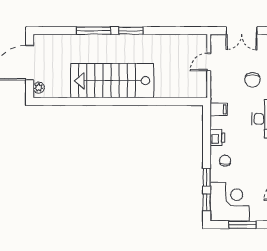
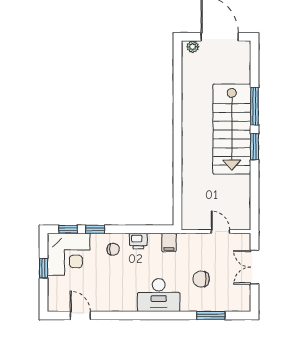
stairs: (112, 81) -> (232, 129), moved, turned 180
window: (242, 225) -> (44, 268), width x0.67

